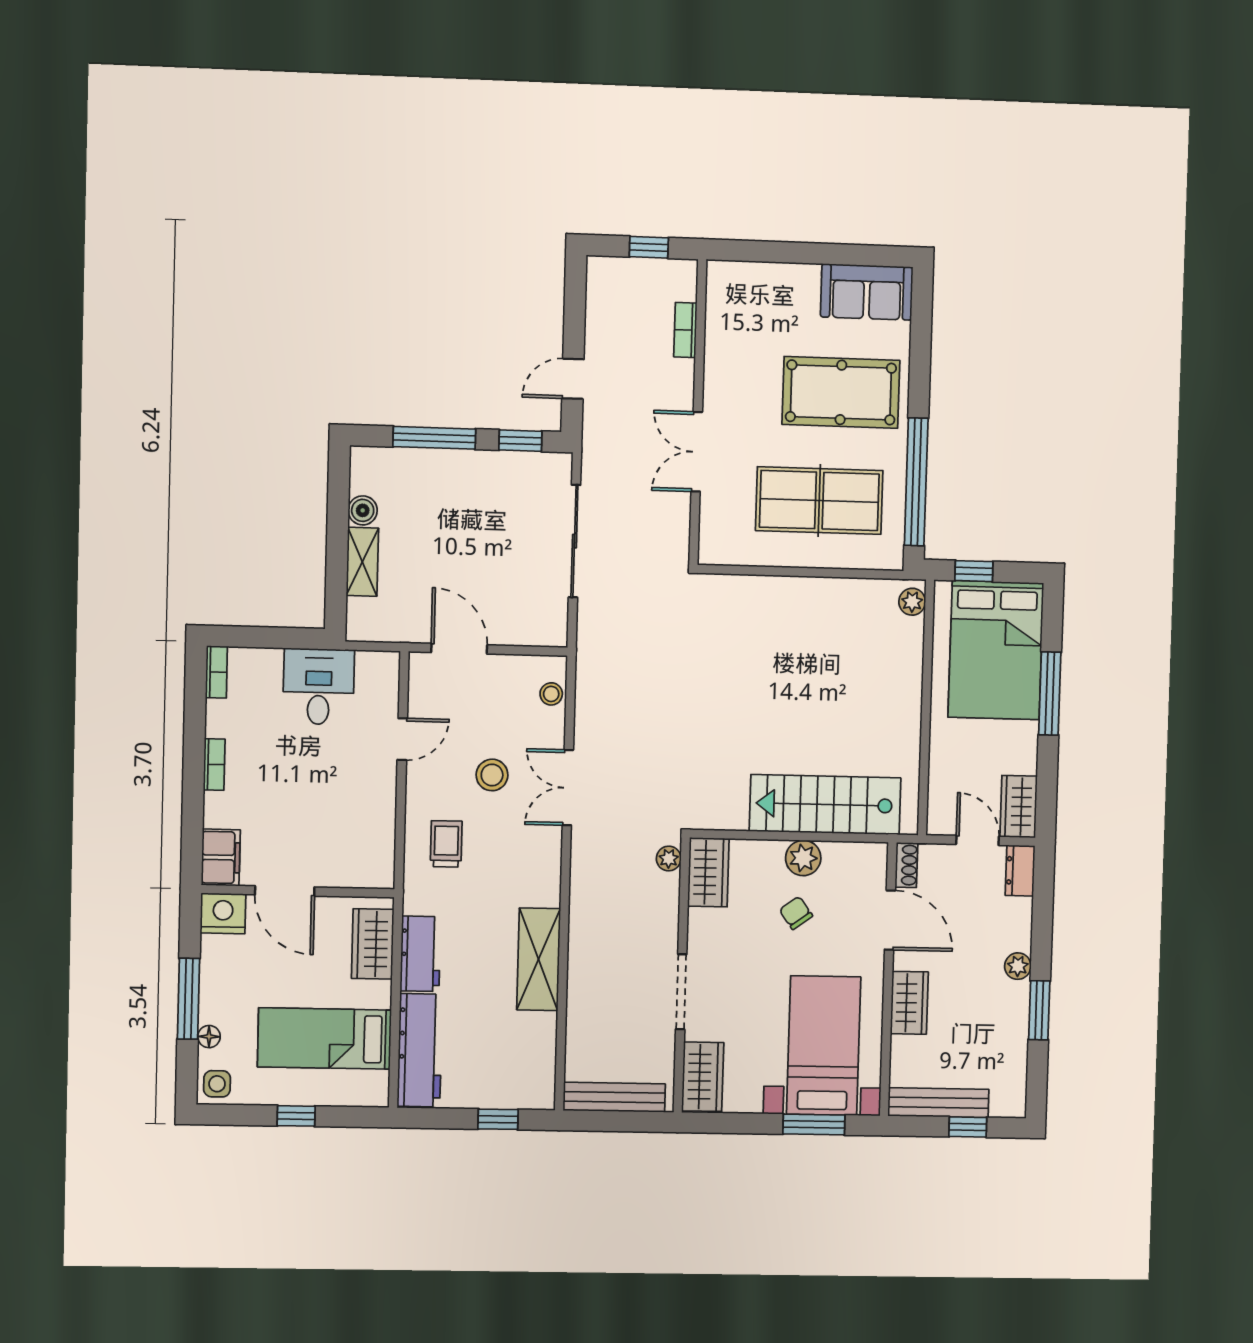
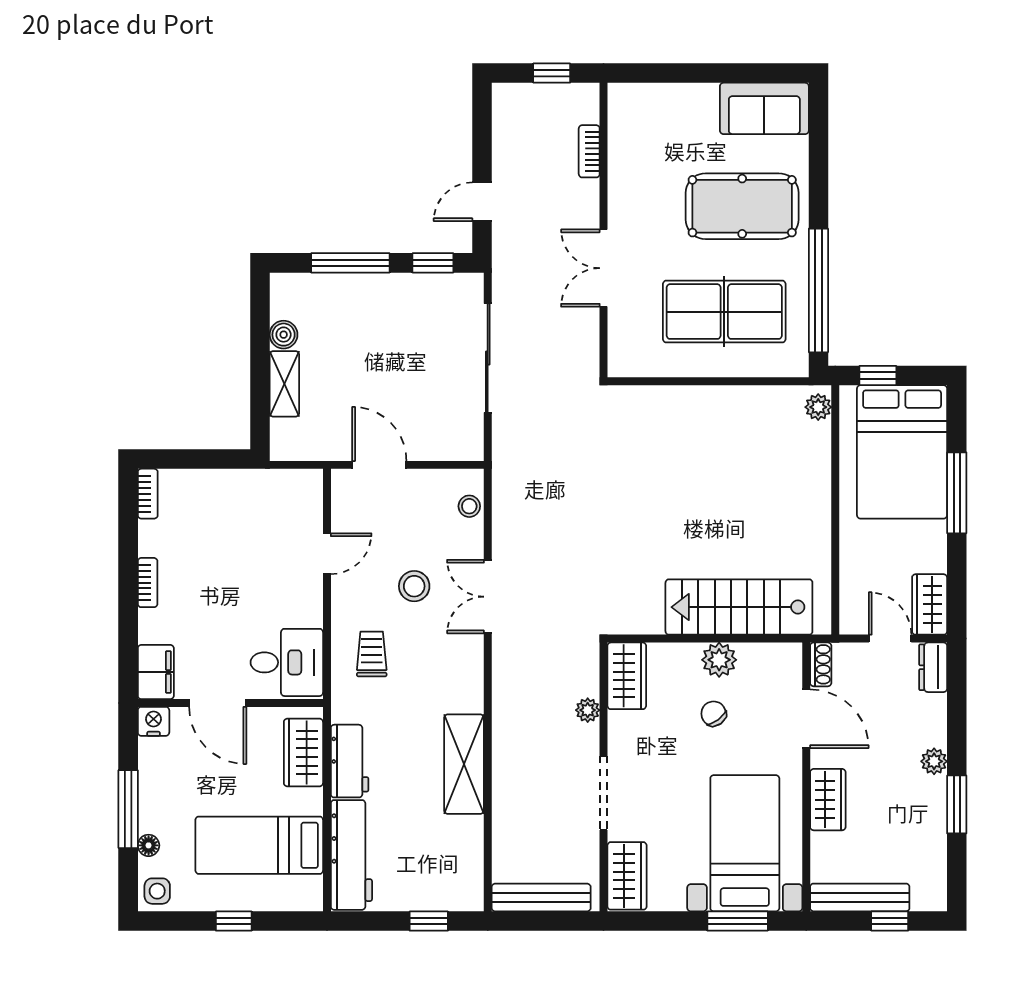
desk: (319, 687) -> (287, 662), moved, turned 90
plant: (669, 859) -> (588, 710), moved
nightstand: (223, 913) -> (154, 721), width x0.74, depth x0.75

